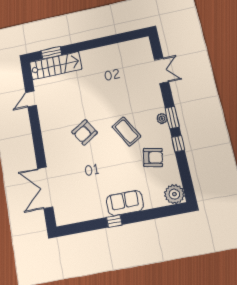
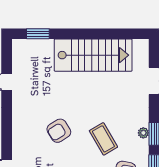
stairs: (56, 66) -> (93, 55), moved, width x1.36, depth x1.51

